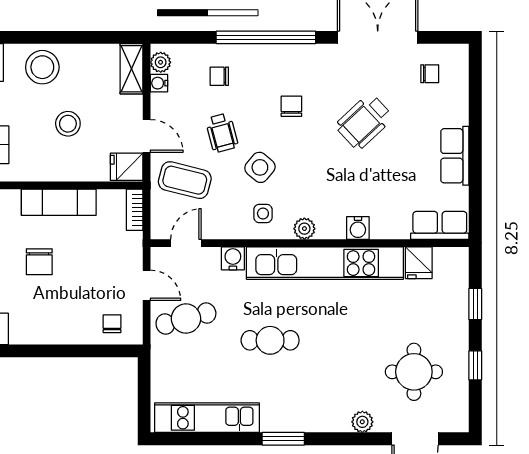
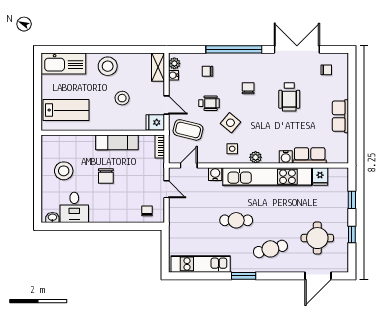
wheelchair: (364, 122) -> (289, 97), turned -47
wheelchair: (222, 133) -> (209, 103), turned -75
row of seats: (440, 225) -> (310, 155), moved
cafe table: (186, 319) -> (270, 249), moved
plant: (362, 422) -> (288, 266), removed

